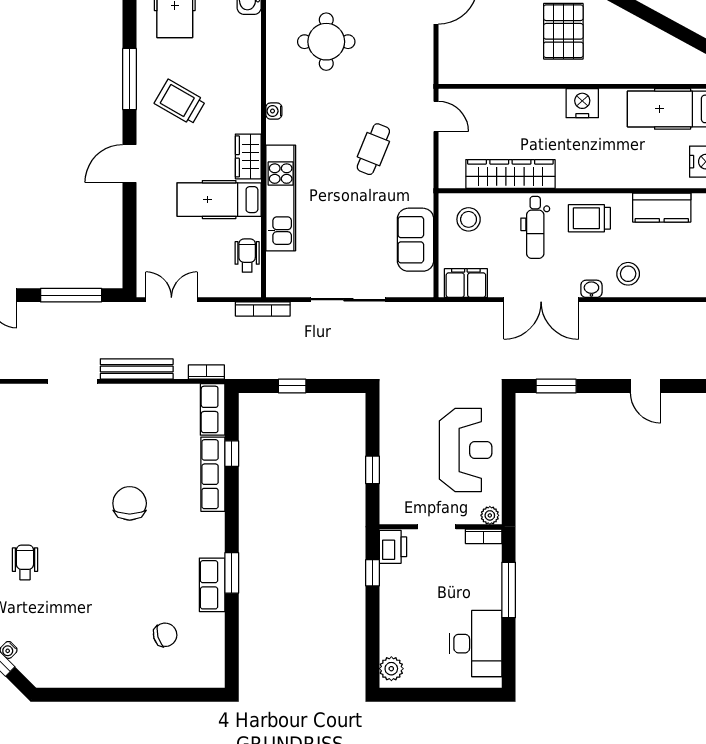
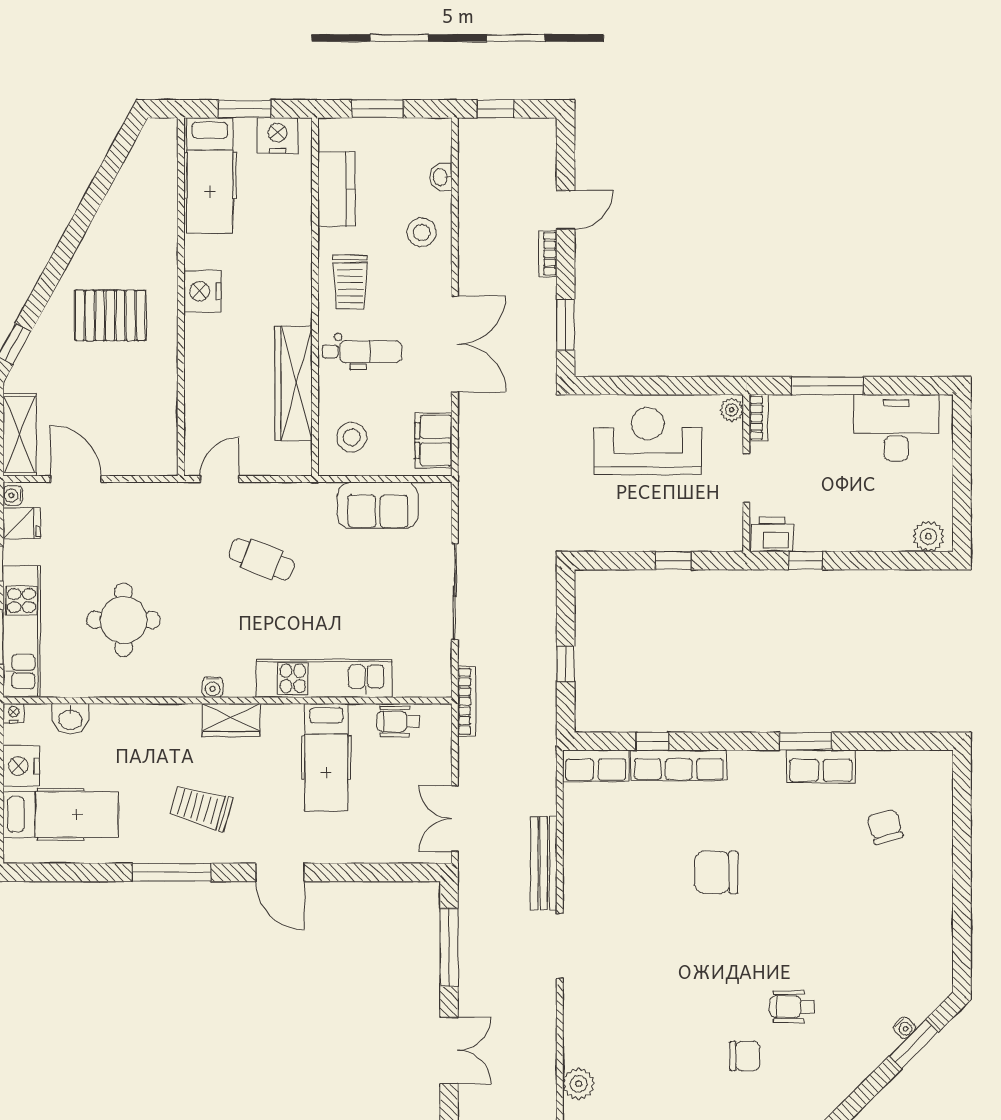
trolley: (180, 102) -> (201, 808), turned 76
wardrobe: (248, 156) -> (231, 720), moved
washbasin: (591, 289) -> (441, 177), moved
bookcase: (206, 372) -> (548, 254), moved

